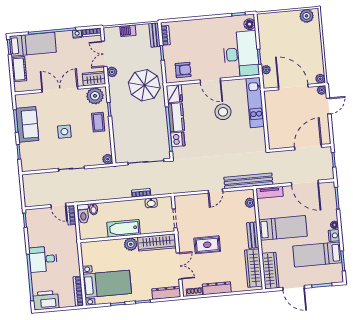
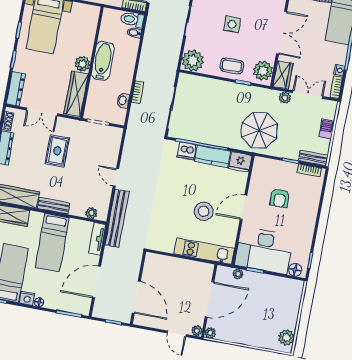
armchair: (183, 70) -> (280, 198), moved
plant: (108, 159) -> (193, 61), width x1.87, depth x1.87

